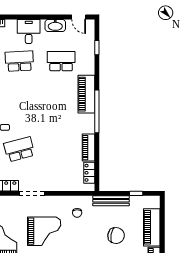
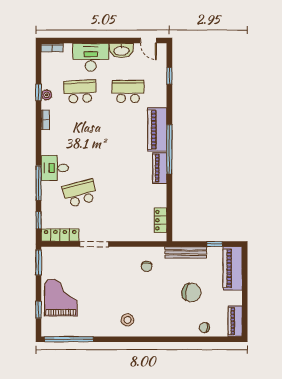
desk: (29, 31) -> (91, 57), width x1.37
piano: (89, 148) -> (160, 168), moved
piano: (152, 227) -> (233, 268), moved
grand piano: (44, 231) -> (109, 288), removed

